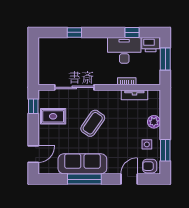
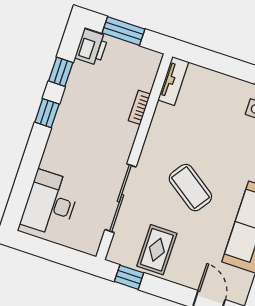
window: (74, 32) -> (47, 113), moved
desk: (124, 50) -> (50, 203), moved
tv unit: (134, 95) -> (173, 81), moved
plant: (154, 122) -> (222, 85), removed

